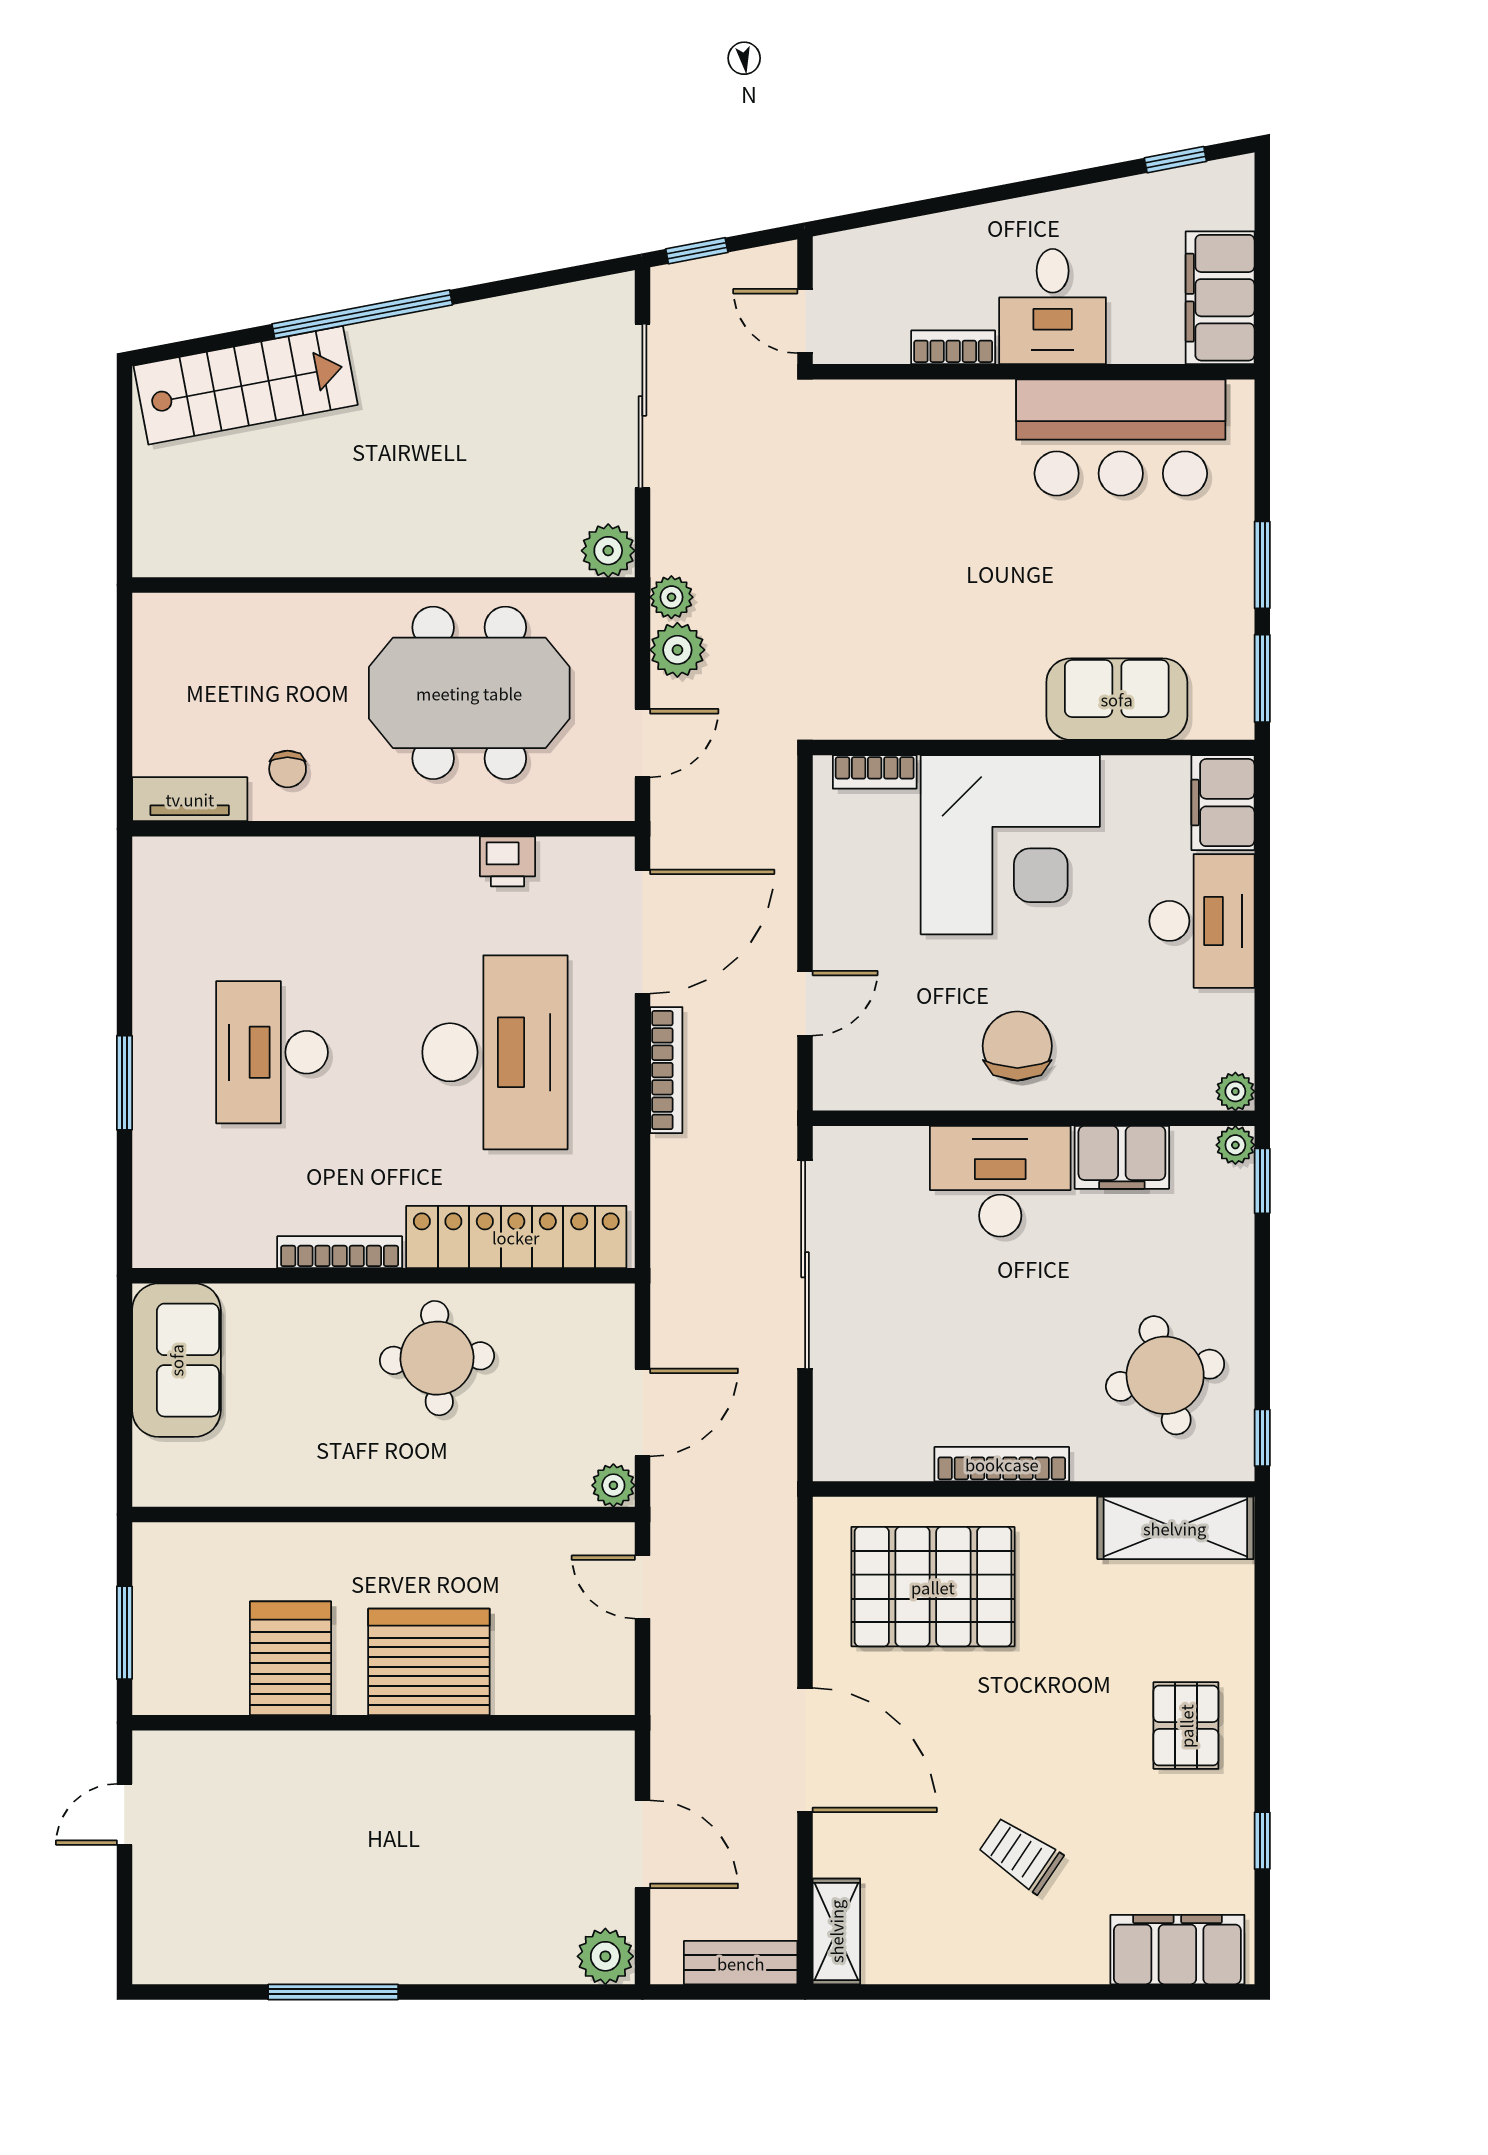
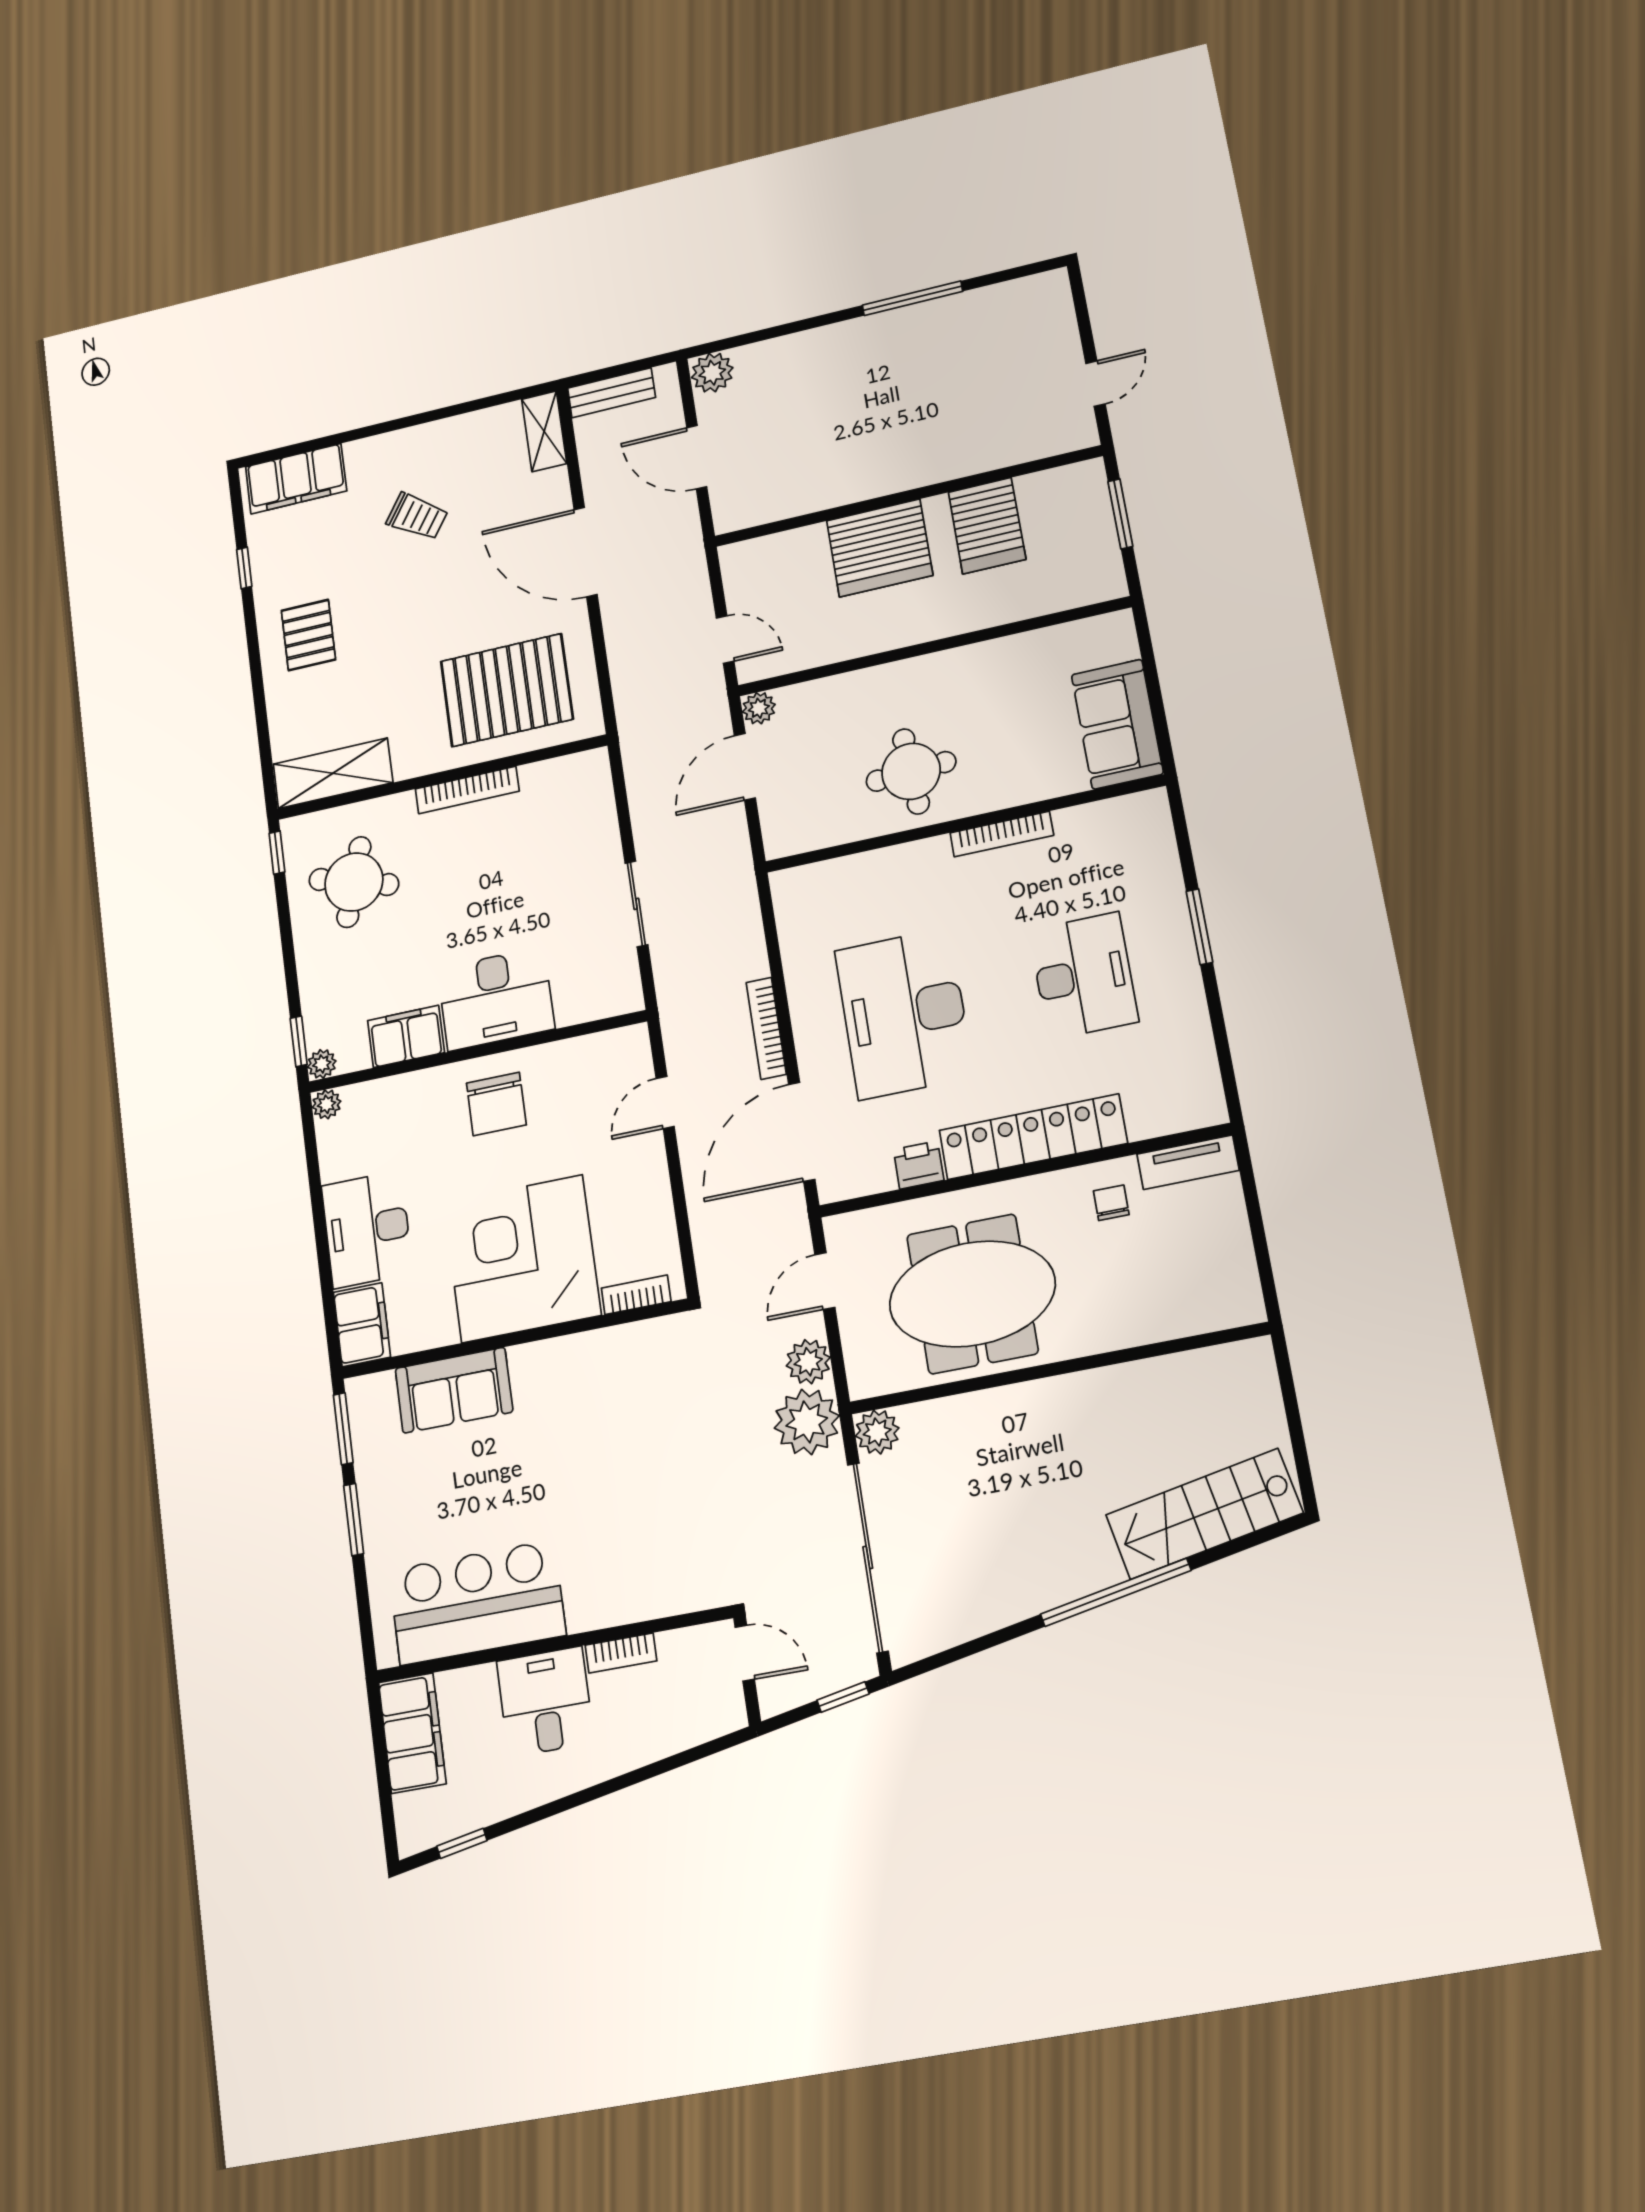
sliding door: (642, 406) -> (868, 1557), width x1.36
plant: (671, 597) -> (807, 1422), width x1.88, depth x1.88
locker: (516, 1237) -> (1033, 1137), moved, turned 180
sliding door: (805, 1265) -> (636, 904), width x0.54
round table: (1165, 1375) -> (354, 882), turned 31

